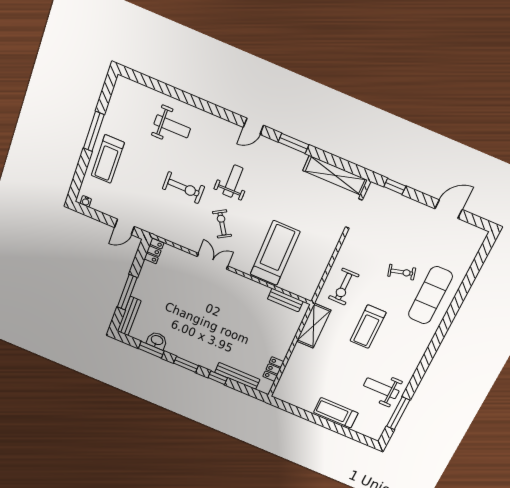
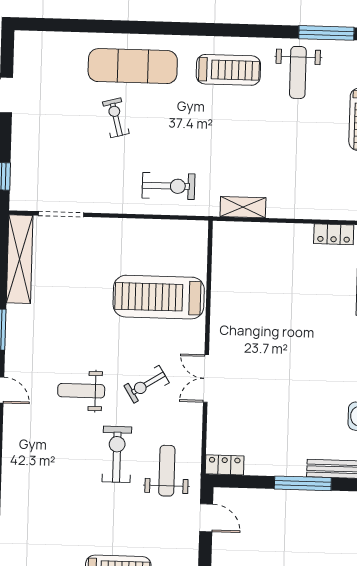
weight bench: (172, 126) -> (167, 471), moved
bench: (285, 300) -> (221, 257), removed
shelving: (314, 326) -> (243, 207), width x0.67, depth x0.75
treadmill: (368, 327) -> (228, 70), moved

